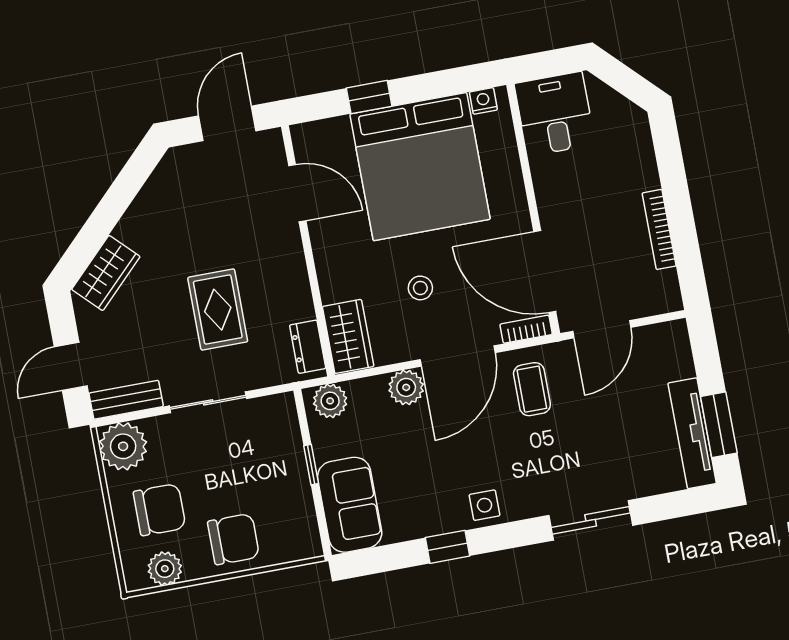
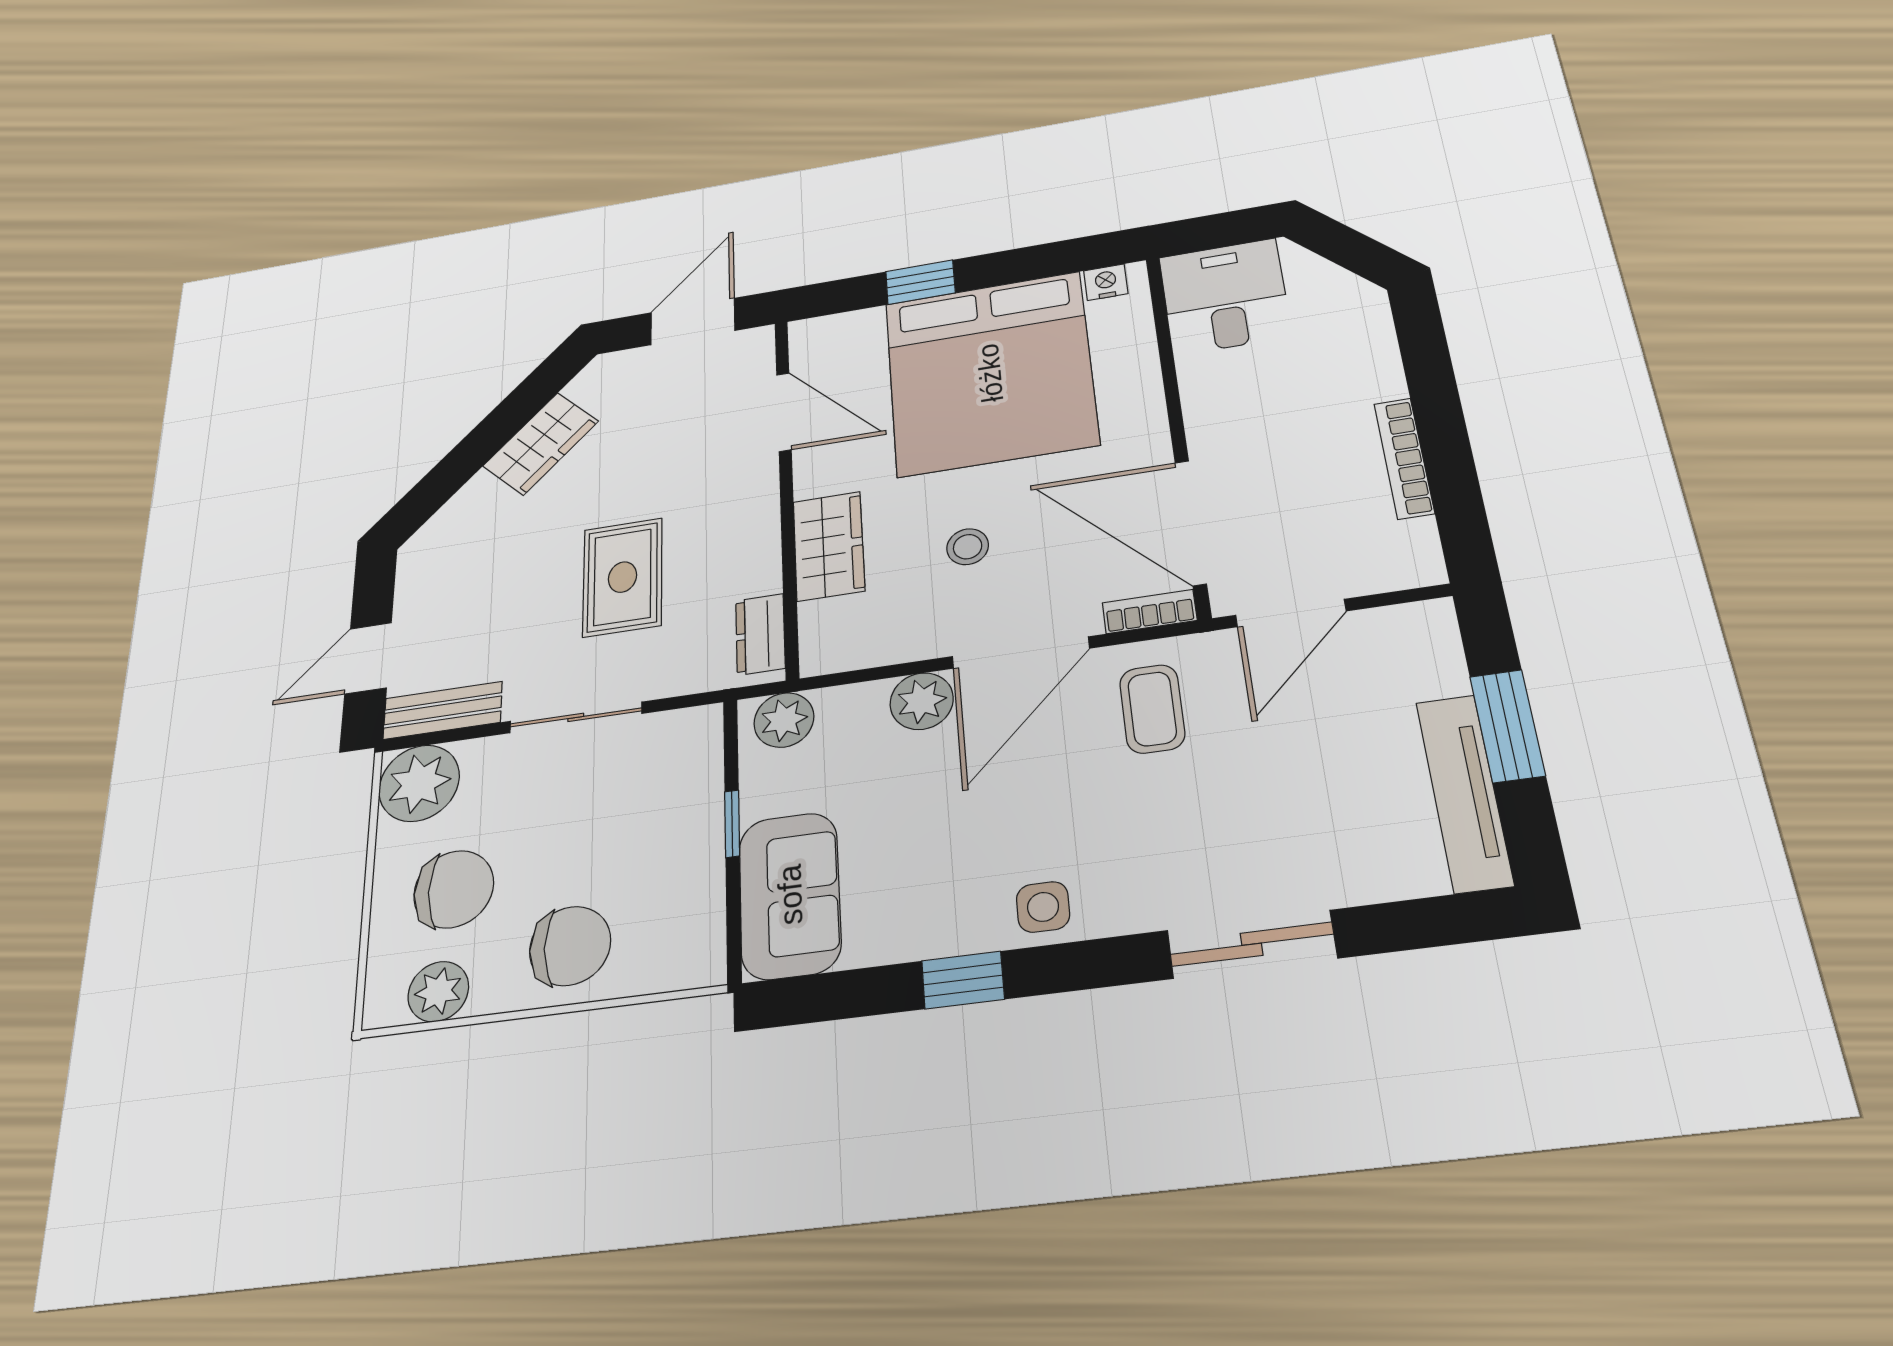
wardrobe: (106, 273) -> (541, 444), moved
wardrobe: (348, 336) -> (829, 546), moved
window: (719, 425) -> (1507, 726), moved

